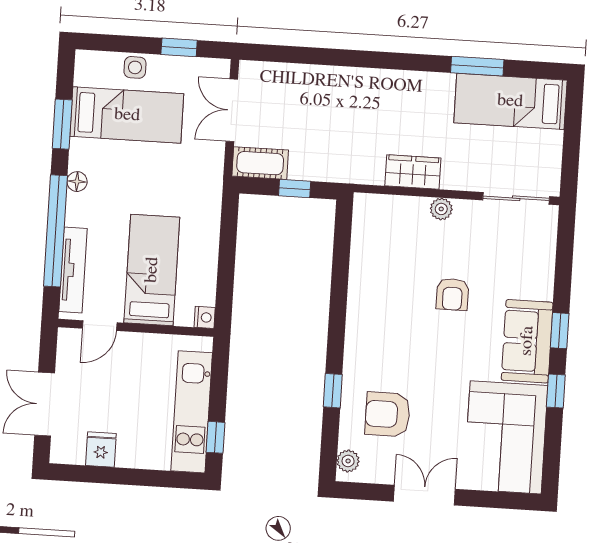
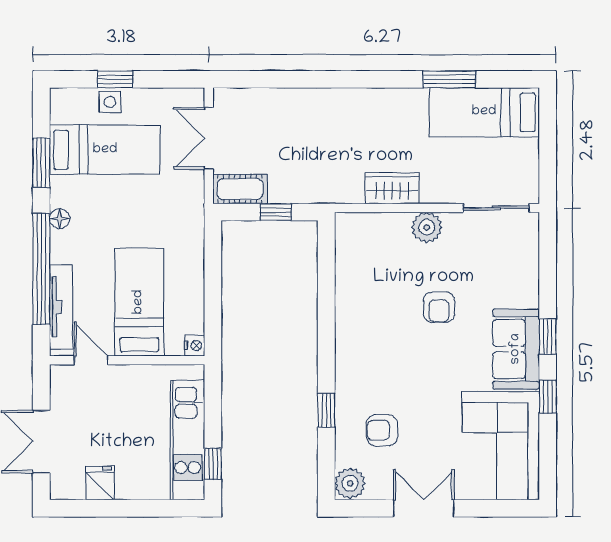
window: (179, 47) -> (115, 79), moved
plant: (441, 209) -> (427, 227), width x1.38, depth x1.38
door: (100, 326) -> (91, 360), swing flipped
armchair: (388, 414) -> (382, 430), width x0.72, depth x0.72
plant: (348, 461) -> (350, 483), width x1.38, depth x1.38

